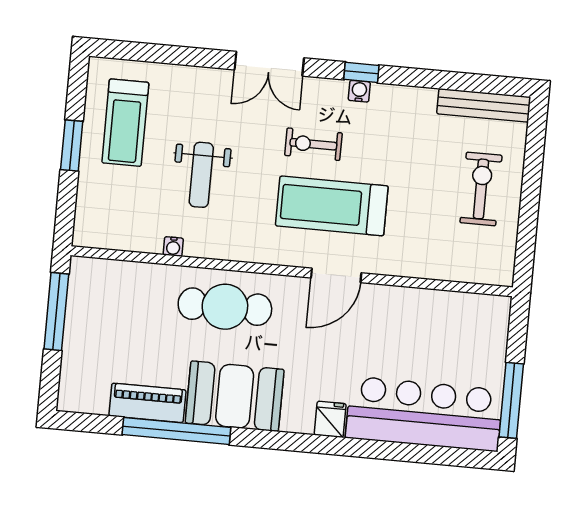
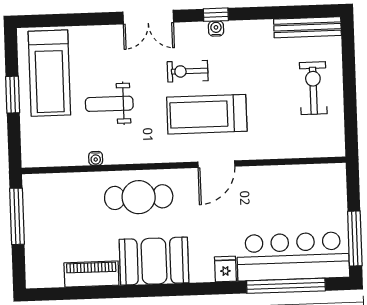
treadmill: (125, 123) -> (49, 73), width x1.37, depth x1.38
weight bench: (201, 175) -> (109, 104), turned 90
window: (176, 431) -> (286, 286), moved

